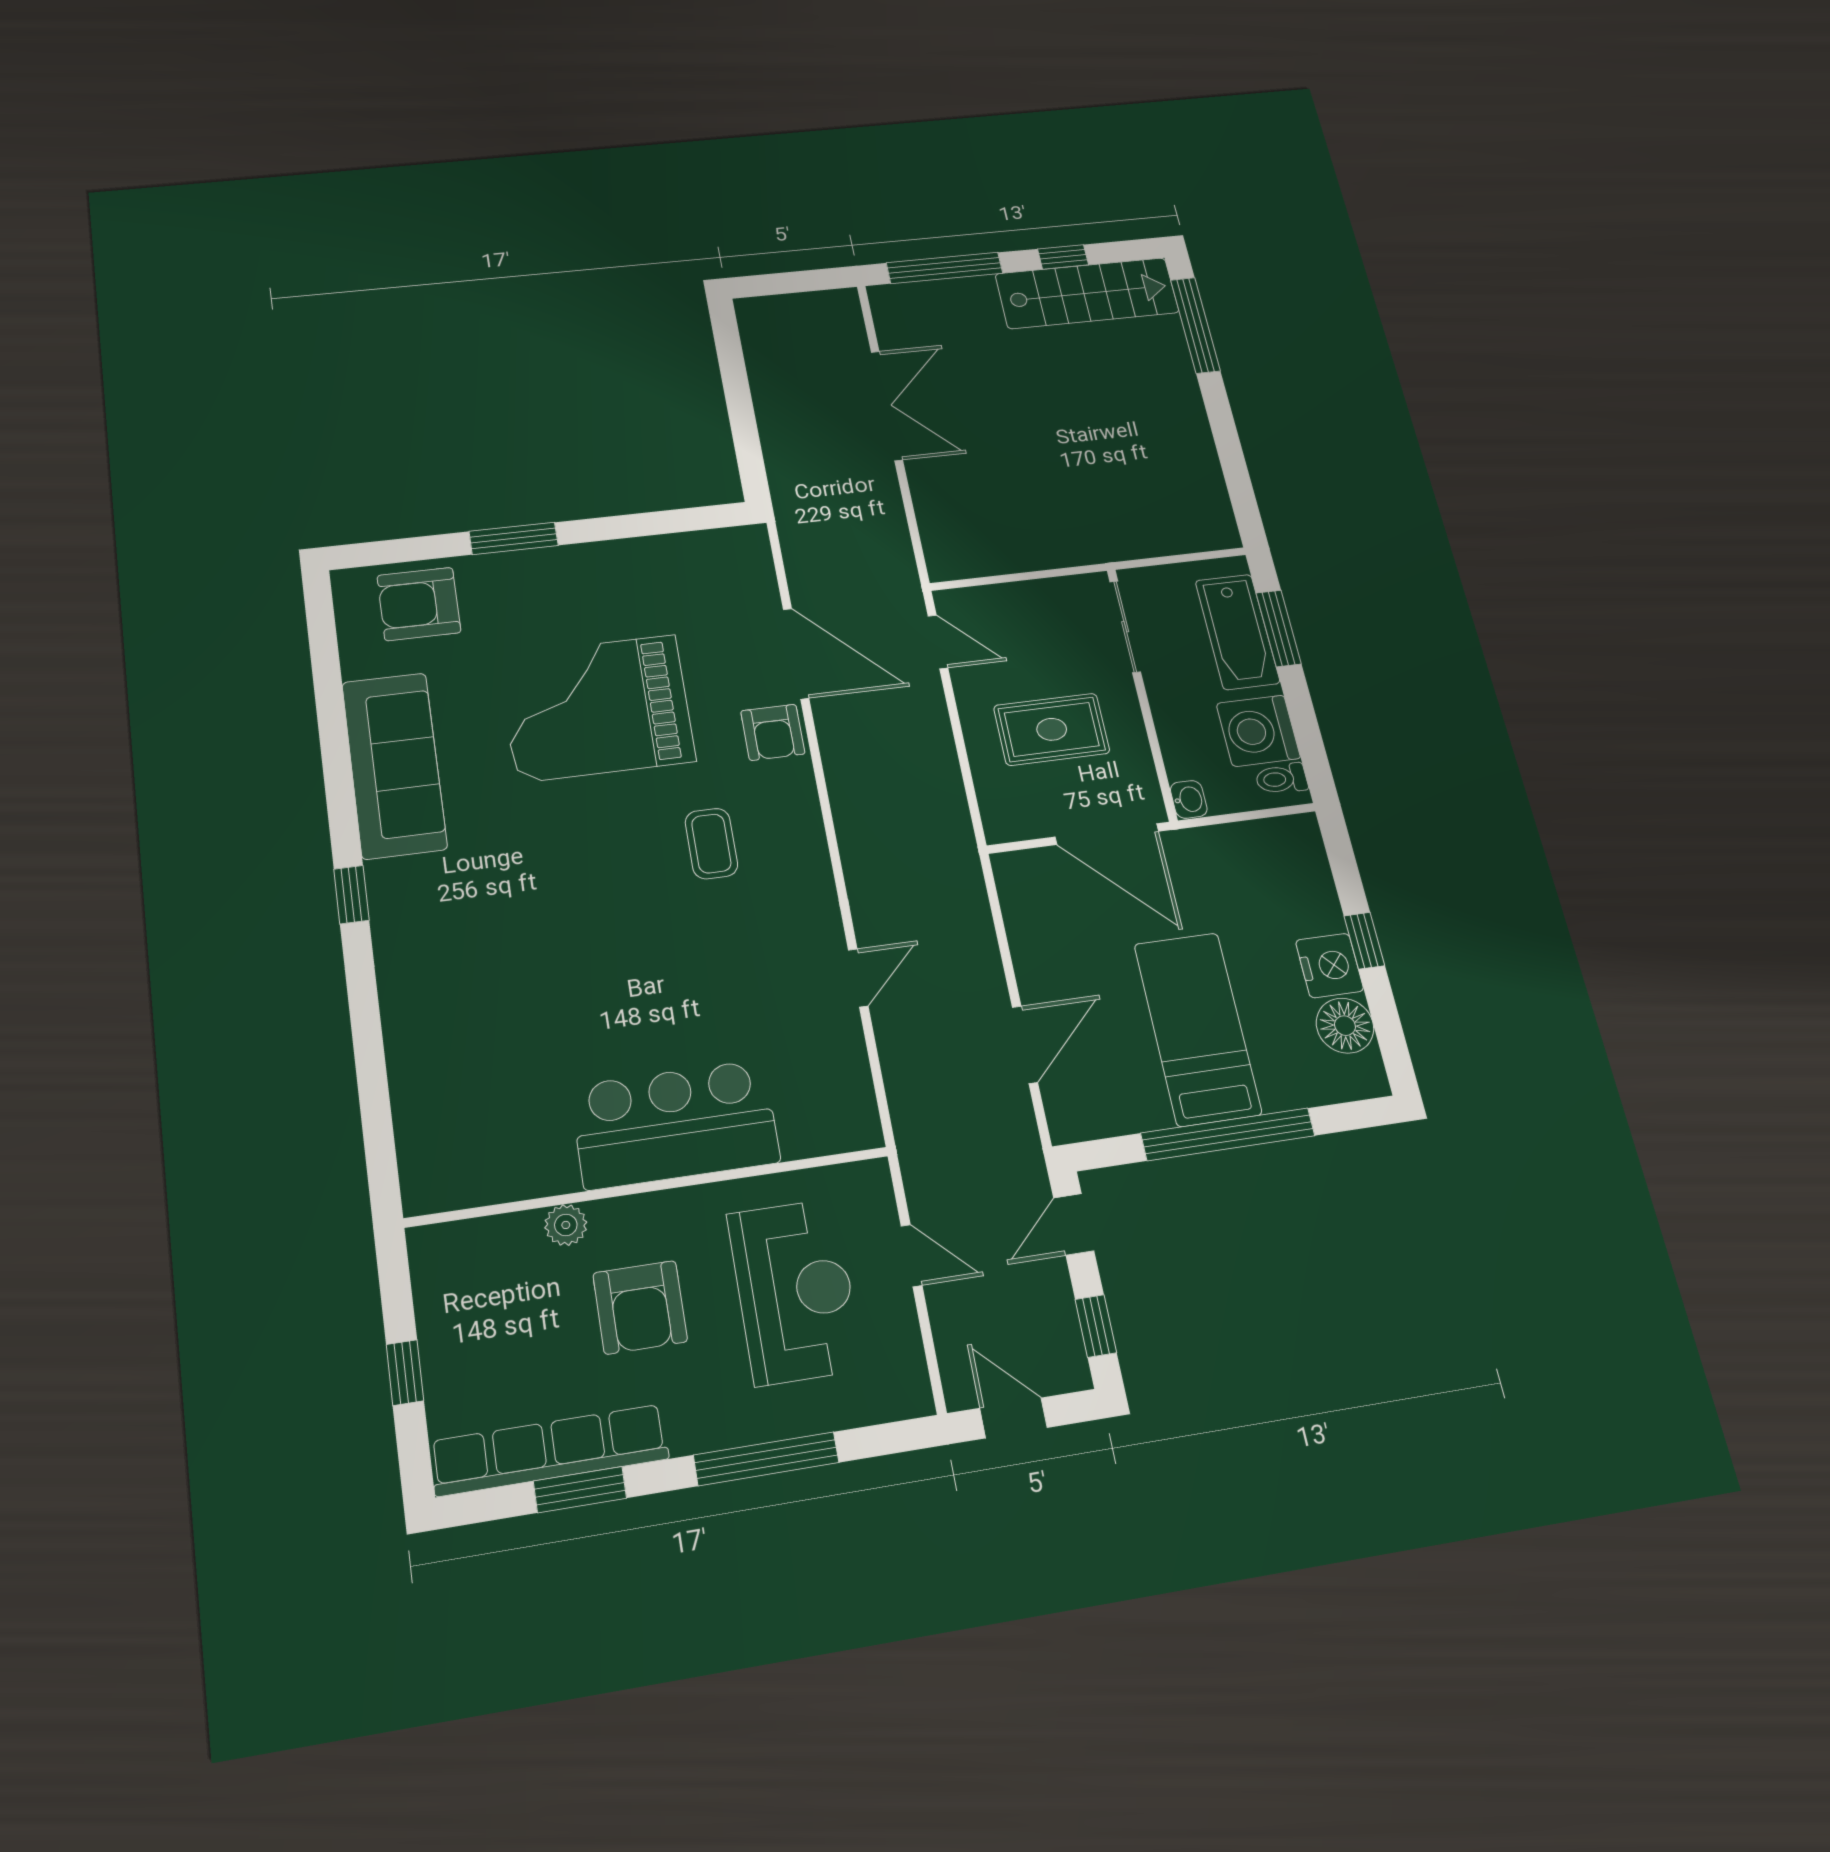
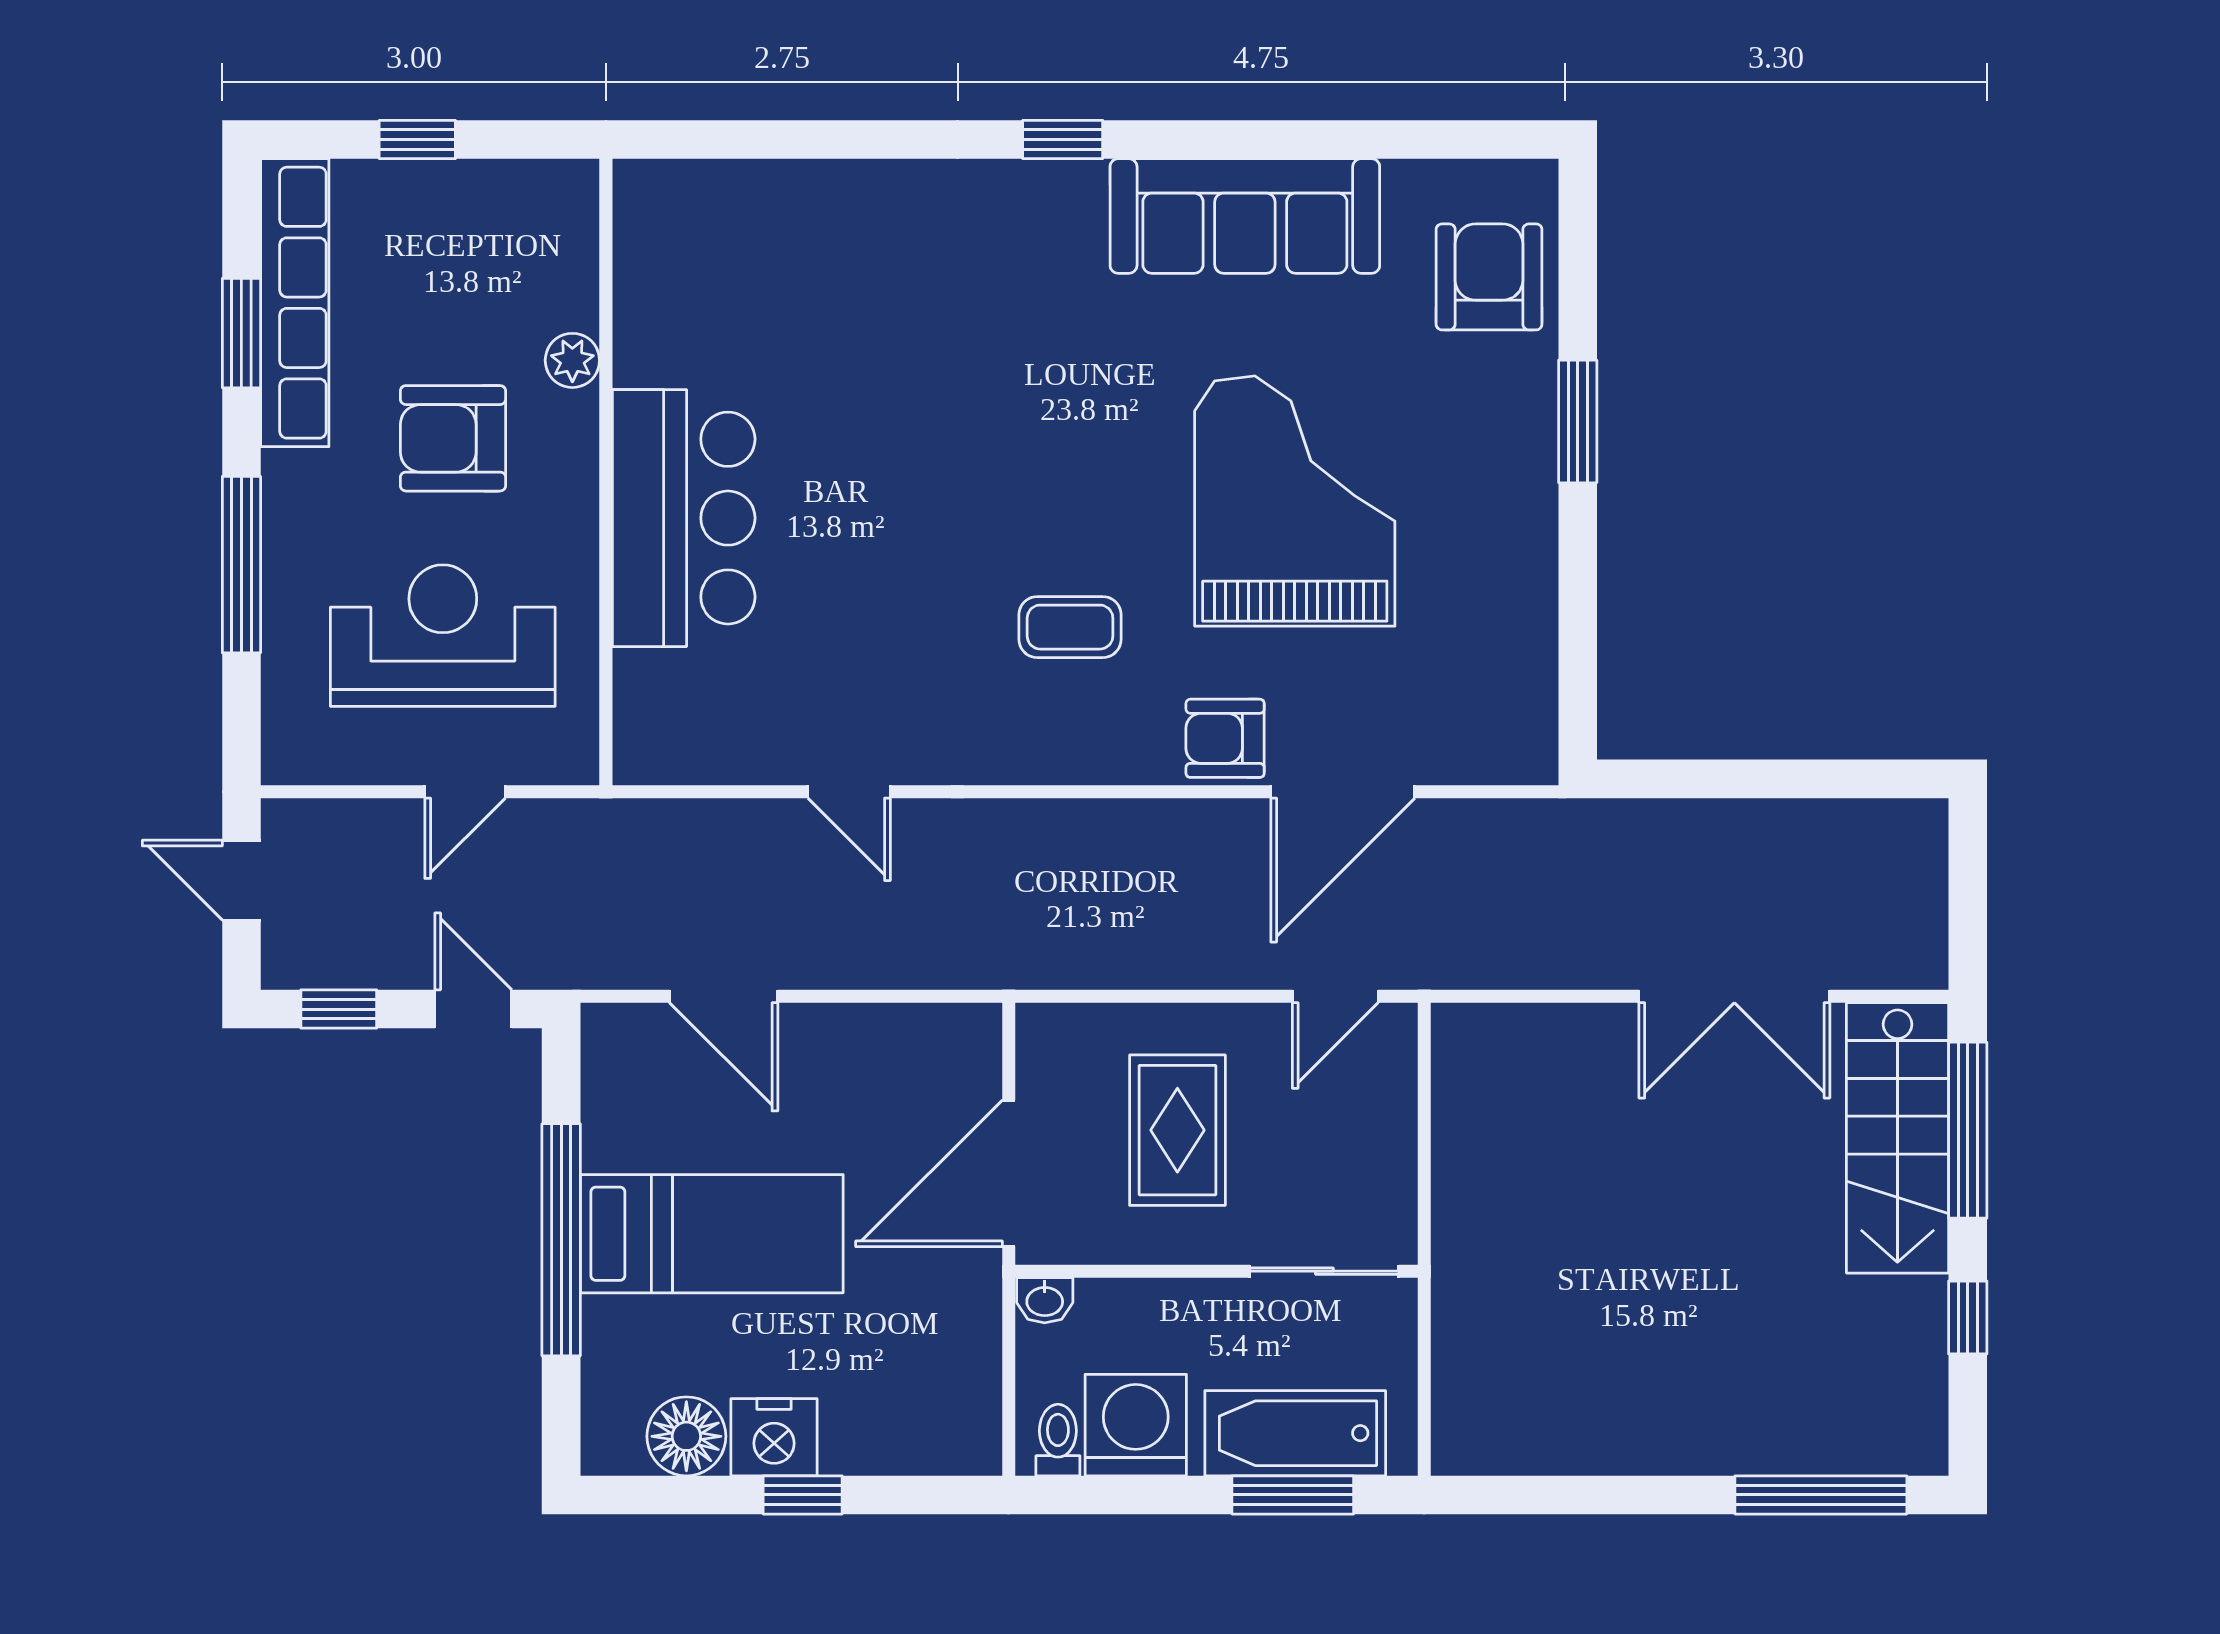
stairs: (1087, 293) -> (1897, 1138), moved
reception desk: (795, 1291) -> (443, 636), turned 180
door: (1013, 1418) -> (241, 880), swing flipped

